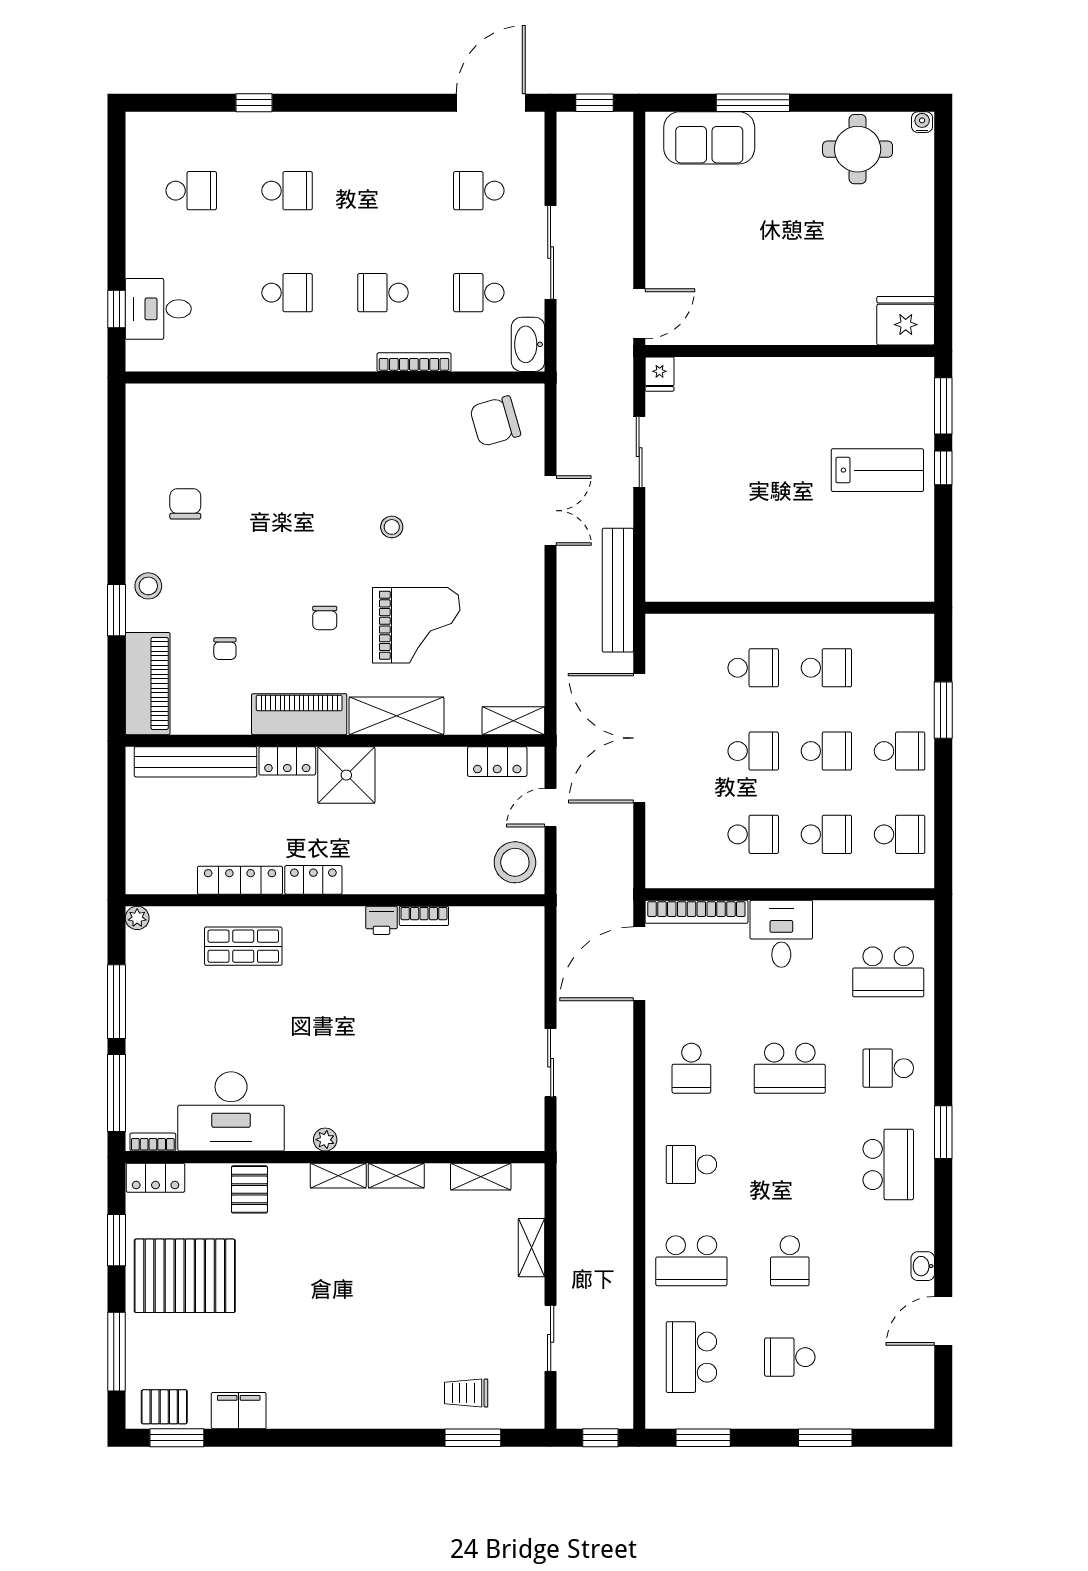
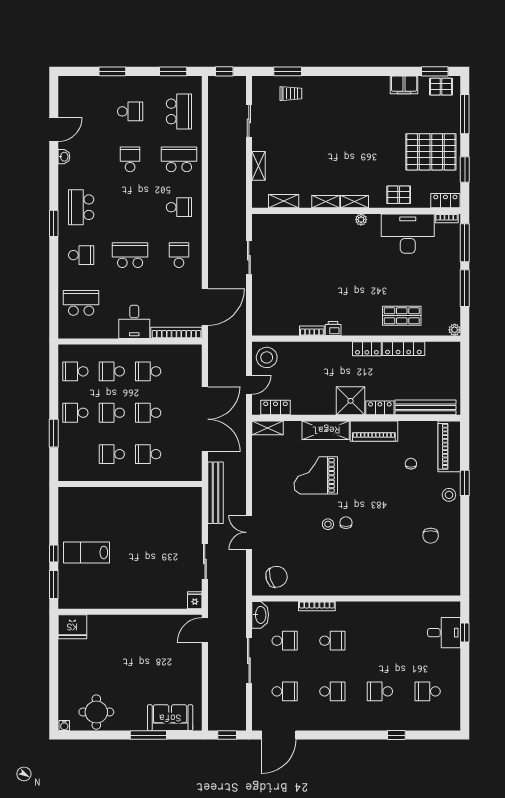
school desk: (287, 293) -> (332, 691), moved, turned 180
chair: (325, 618) -> (346, 523), moved
pallet: (249, 1189) -> (399, 195), turned 90

